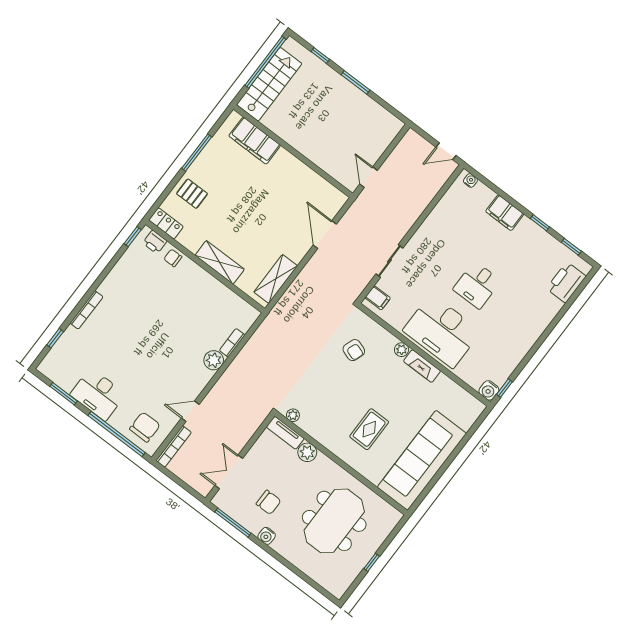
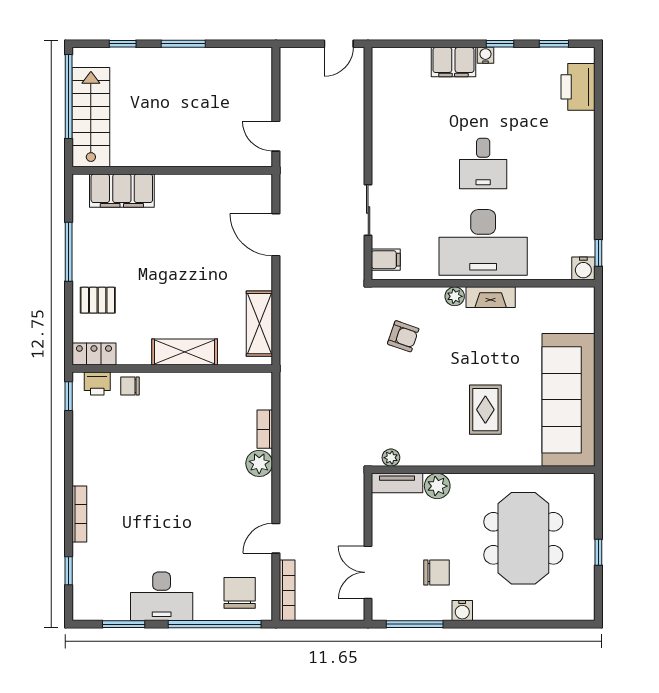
water cooler: (470, 180) -> (485, 55), moved

